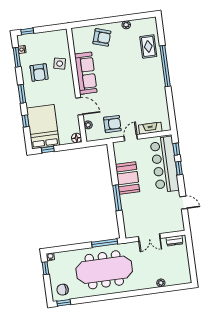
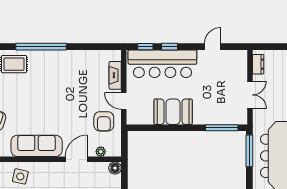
armchair: (112, 124) -> (104, 121), turned 180
window: (117, 198) -> (222, 128), moved

